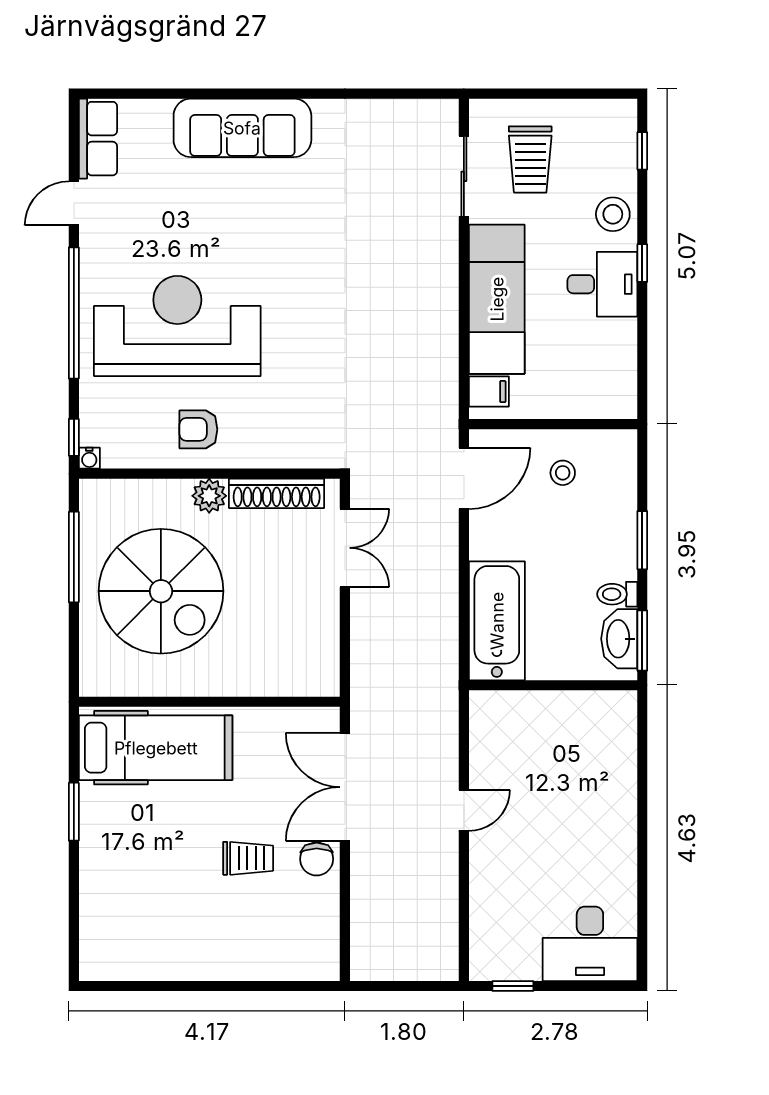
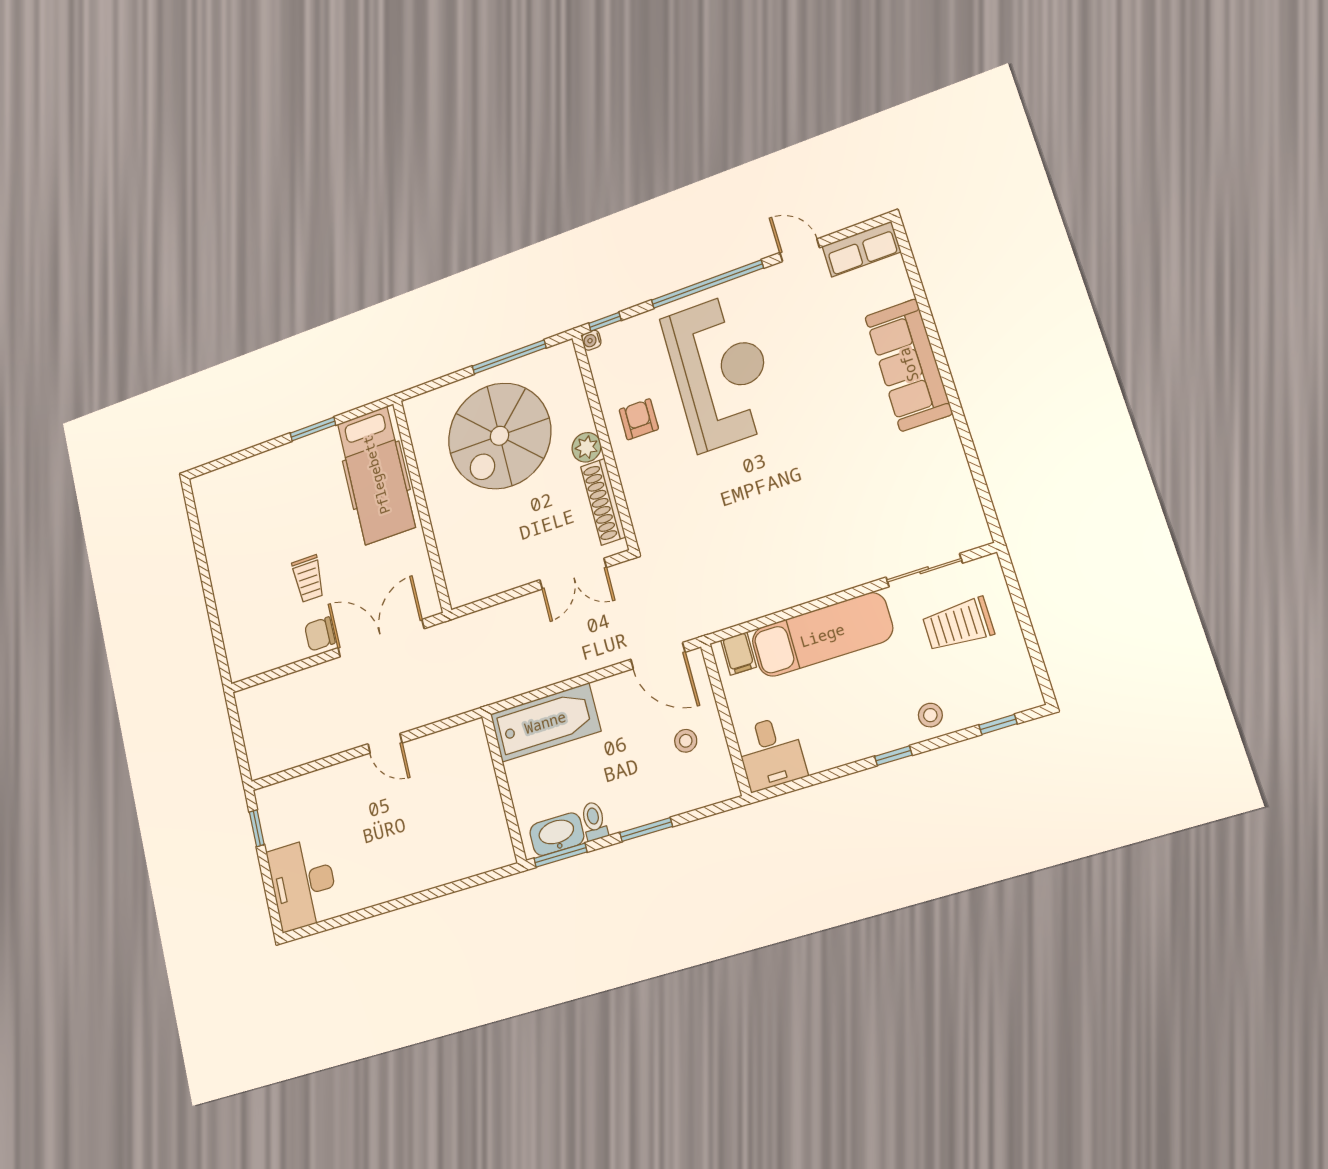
stool: (613, 214) -> (930, 715), width x0.73, depth x0.73
desk: (602, 284) -> (771, 753), moved

